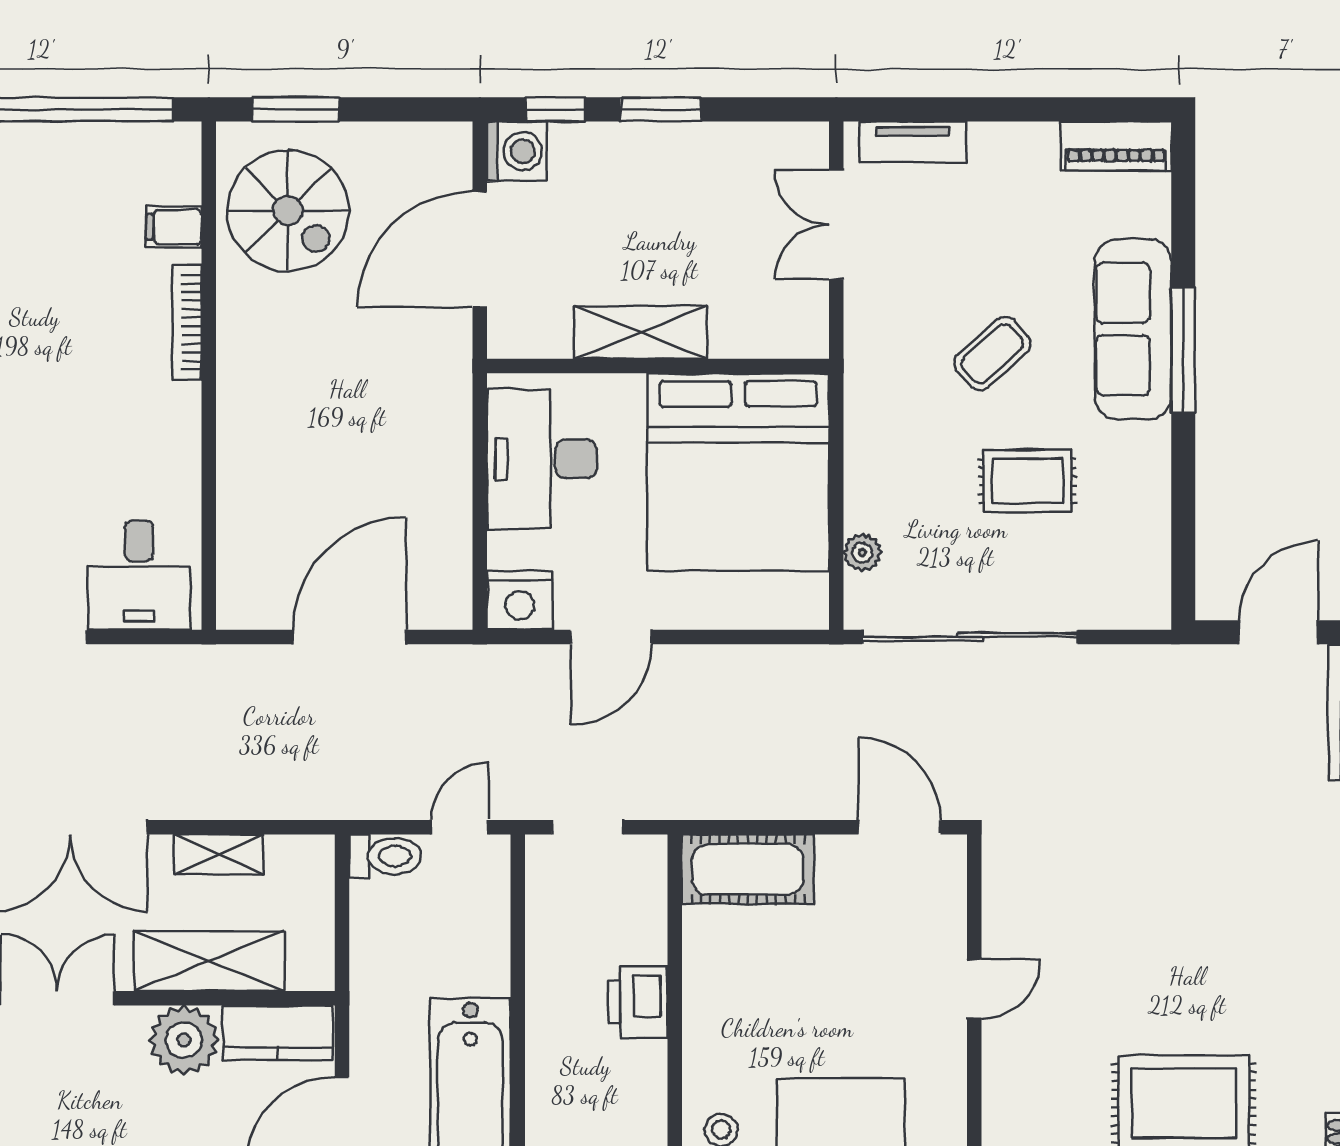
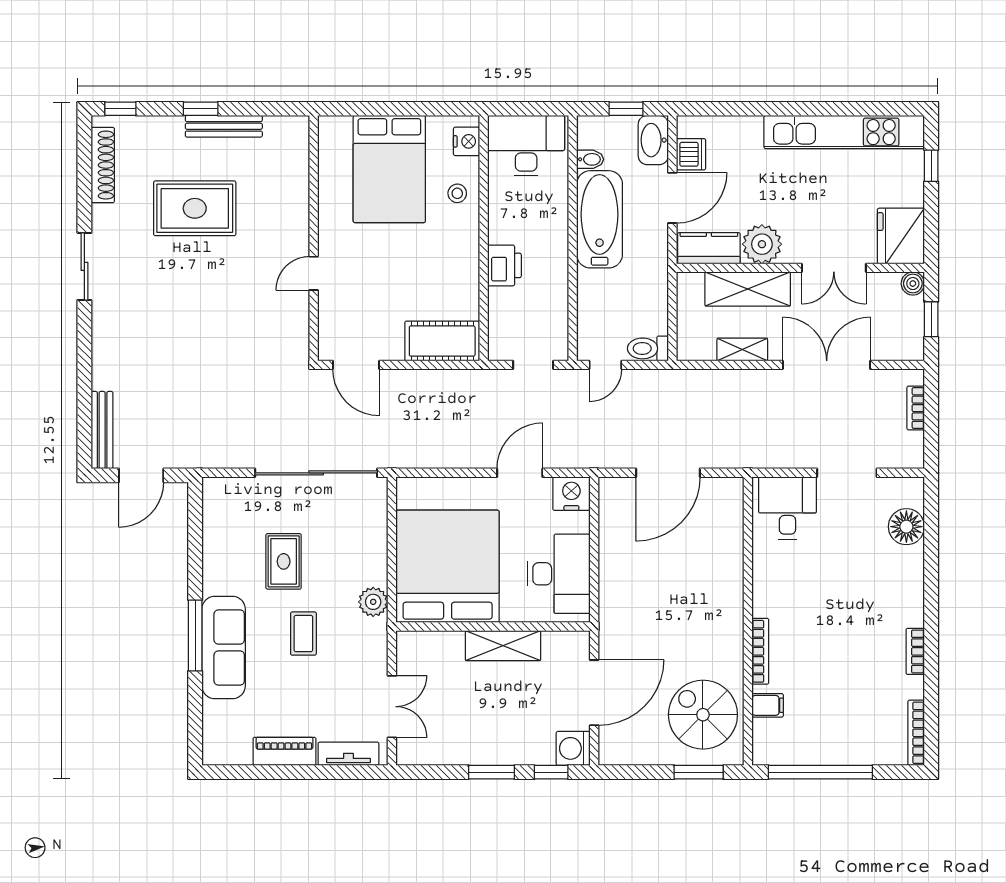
piano: (1116, 146) -> (284, 751), moved
coffee table: (992, 354) -> (303, 634), turned -48
rug: (1027, 481) -> (284, 561), turned 90
plant: (862, 552) -> (373, 602), moved, width x1.38, depth x1.38

